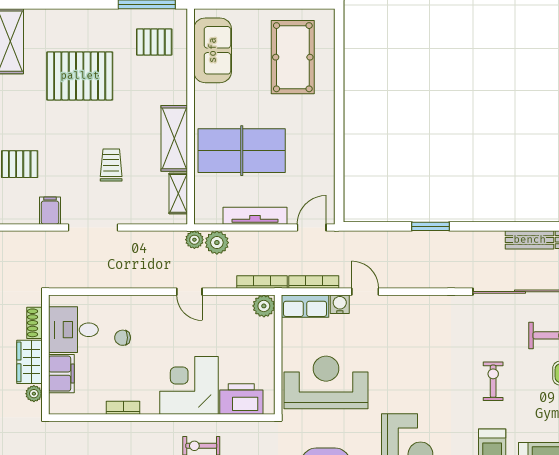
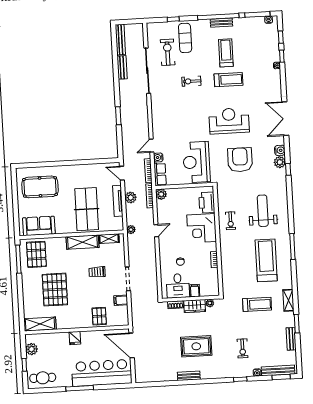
pallet: (154, 42) -> (36, 254), width x1.50, depth x1.42
plant: (217, 243) -> (131, 198), moved
filing cabinet: (61, 374) -> (195, 291), width x0.50

